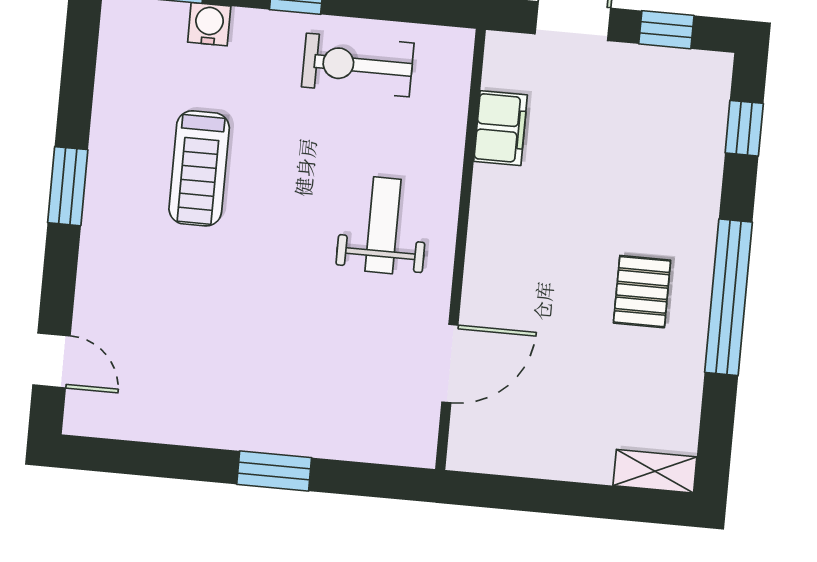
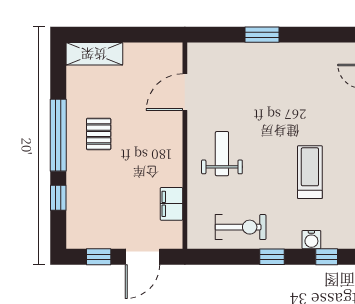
window: (744, 128) -> (58, 198), moved
weight bench: (383, 225) -> (222, 154), turned 180
shelving: (655, 471) -> (94, 54), width x1.50, depth x1.33

